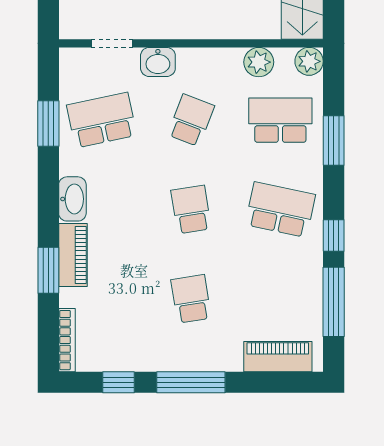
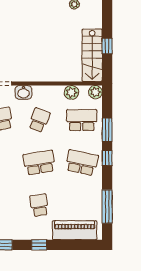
school desk: (191, 210) -> (39, 163), width x1.85
window: (334, 236) -> (107, 158), moved
piano: (278, 357) -> (75, 230), width x1.37, depth x1.33
window: (191, 382) -> (39, 245), width x0.46

